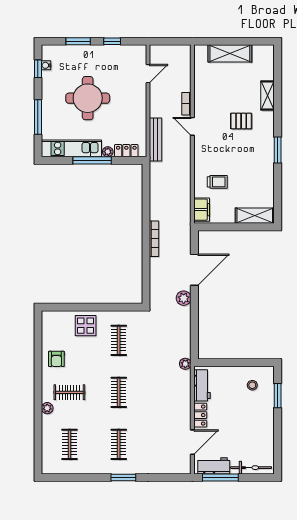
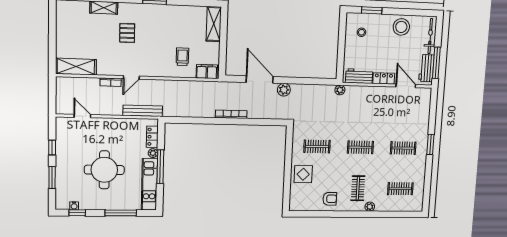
shelving: (230, 53) -> (76, 67), moved, turned 90
stool: (260, 432) -> (401, 27), added

